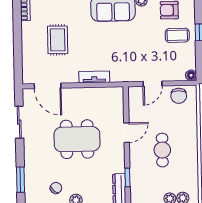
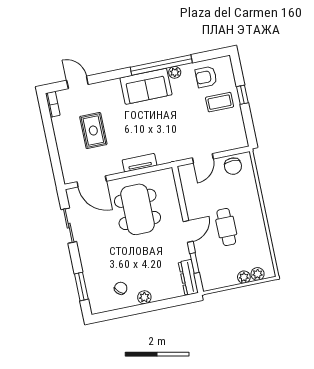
floor lamp: (191, 75) -> (242, 142), removed
door: (127, 133) -> (188, 231), moved
dining table: (77, 139) -> (138, 209), moved, turned 90

